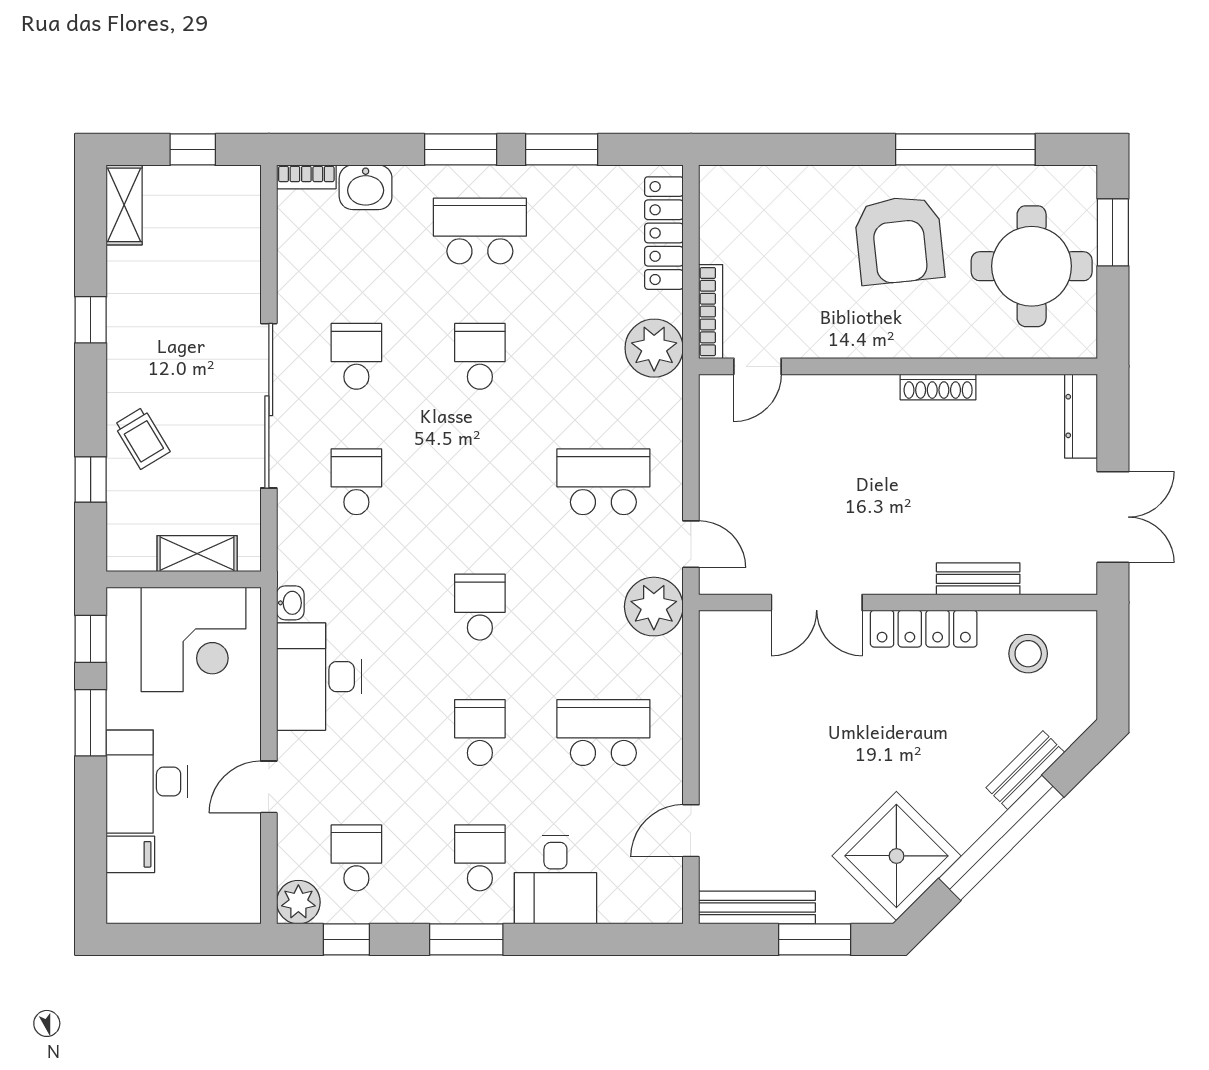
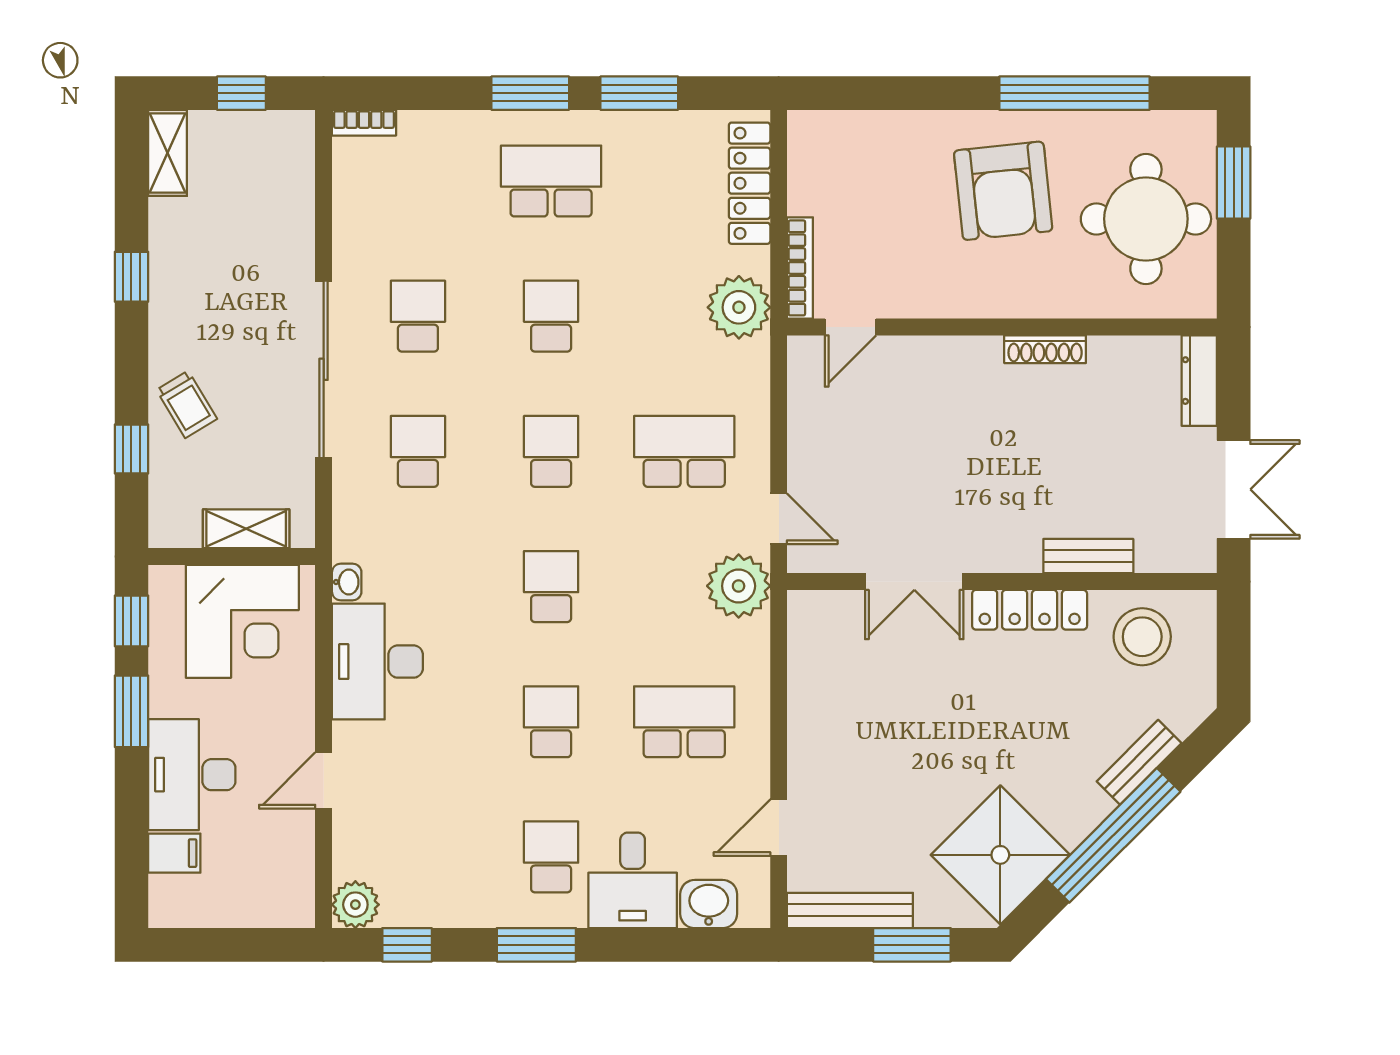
washbasin: (366, 187) -> (709, 904), moved, turned 180
stool: (1028, 654) -> (1142, 637), width x1.38, depth x1.38
school desk: (356, 858) -> (551, 451), moved

